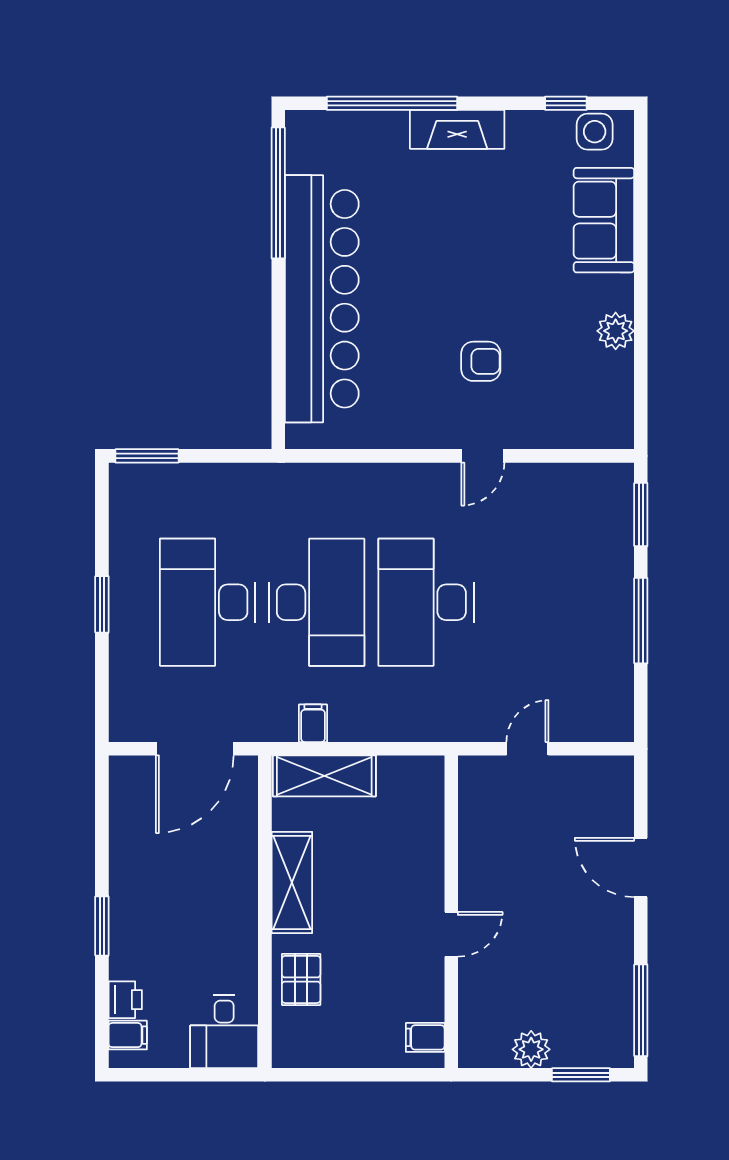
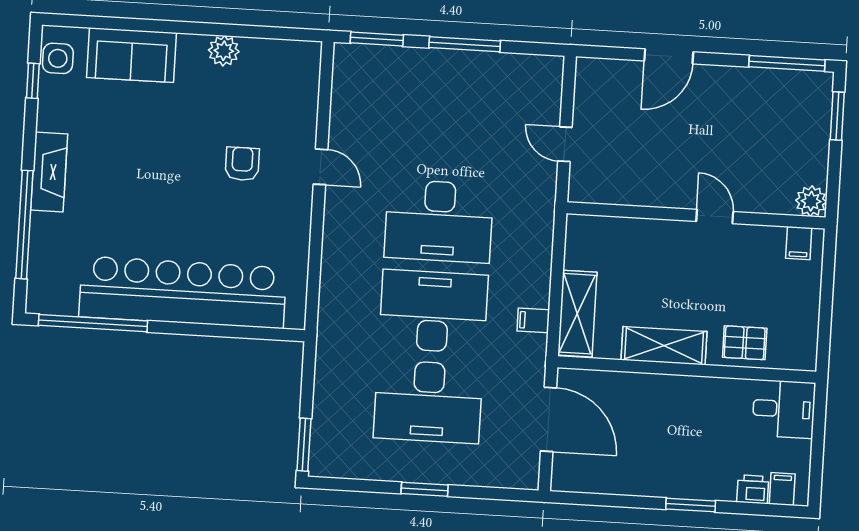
plant: (531, 1049) -> (811, 201), moved

